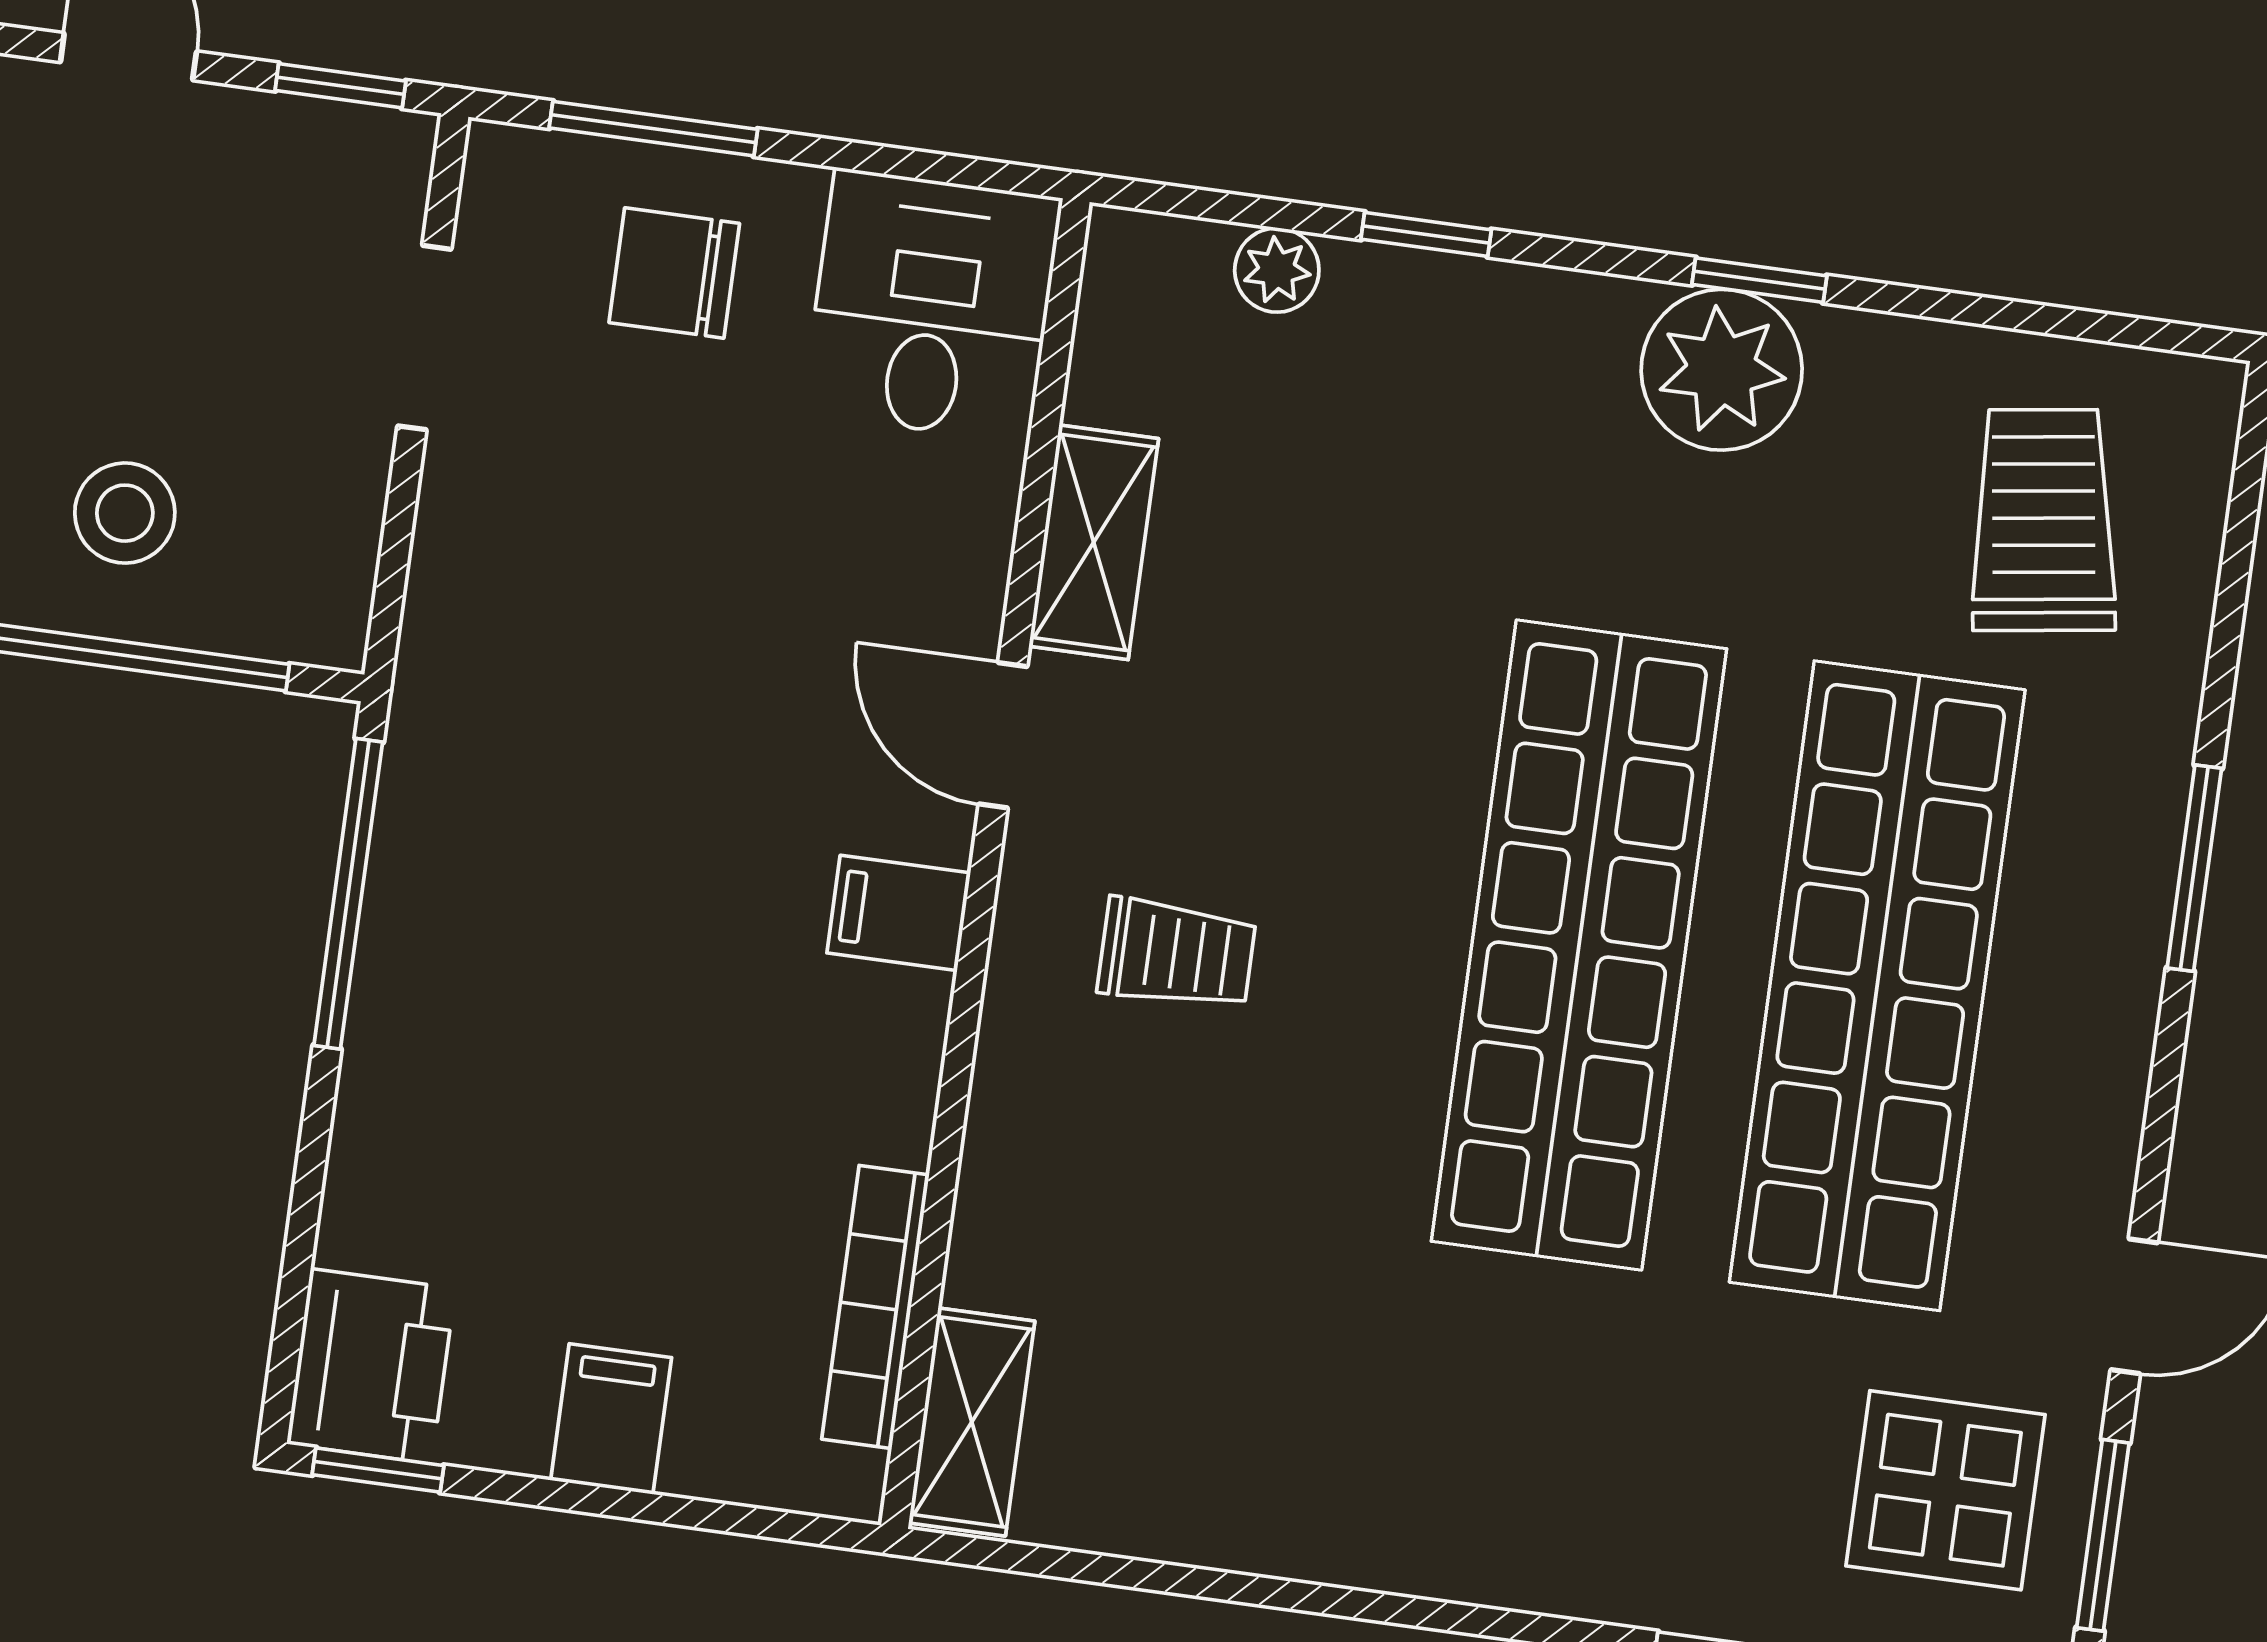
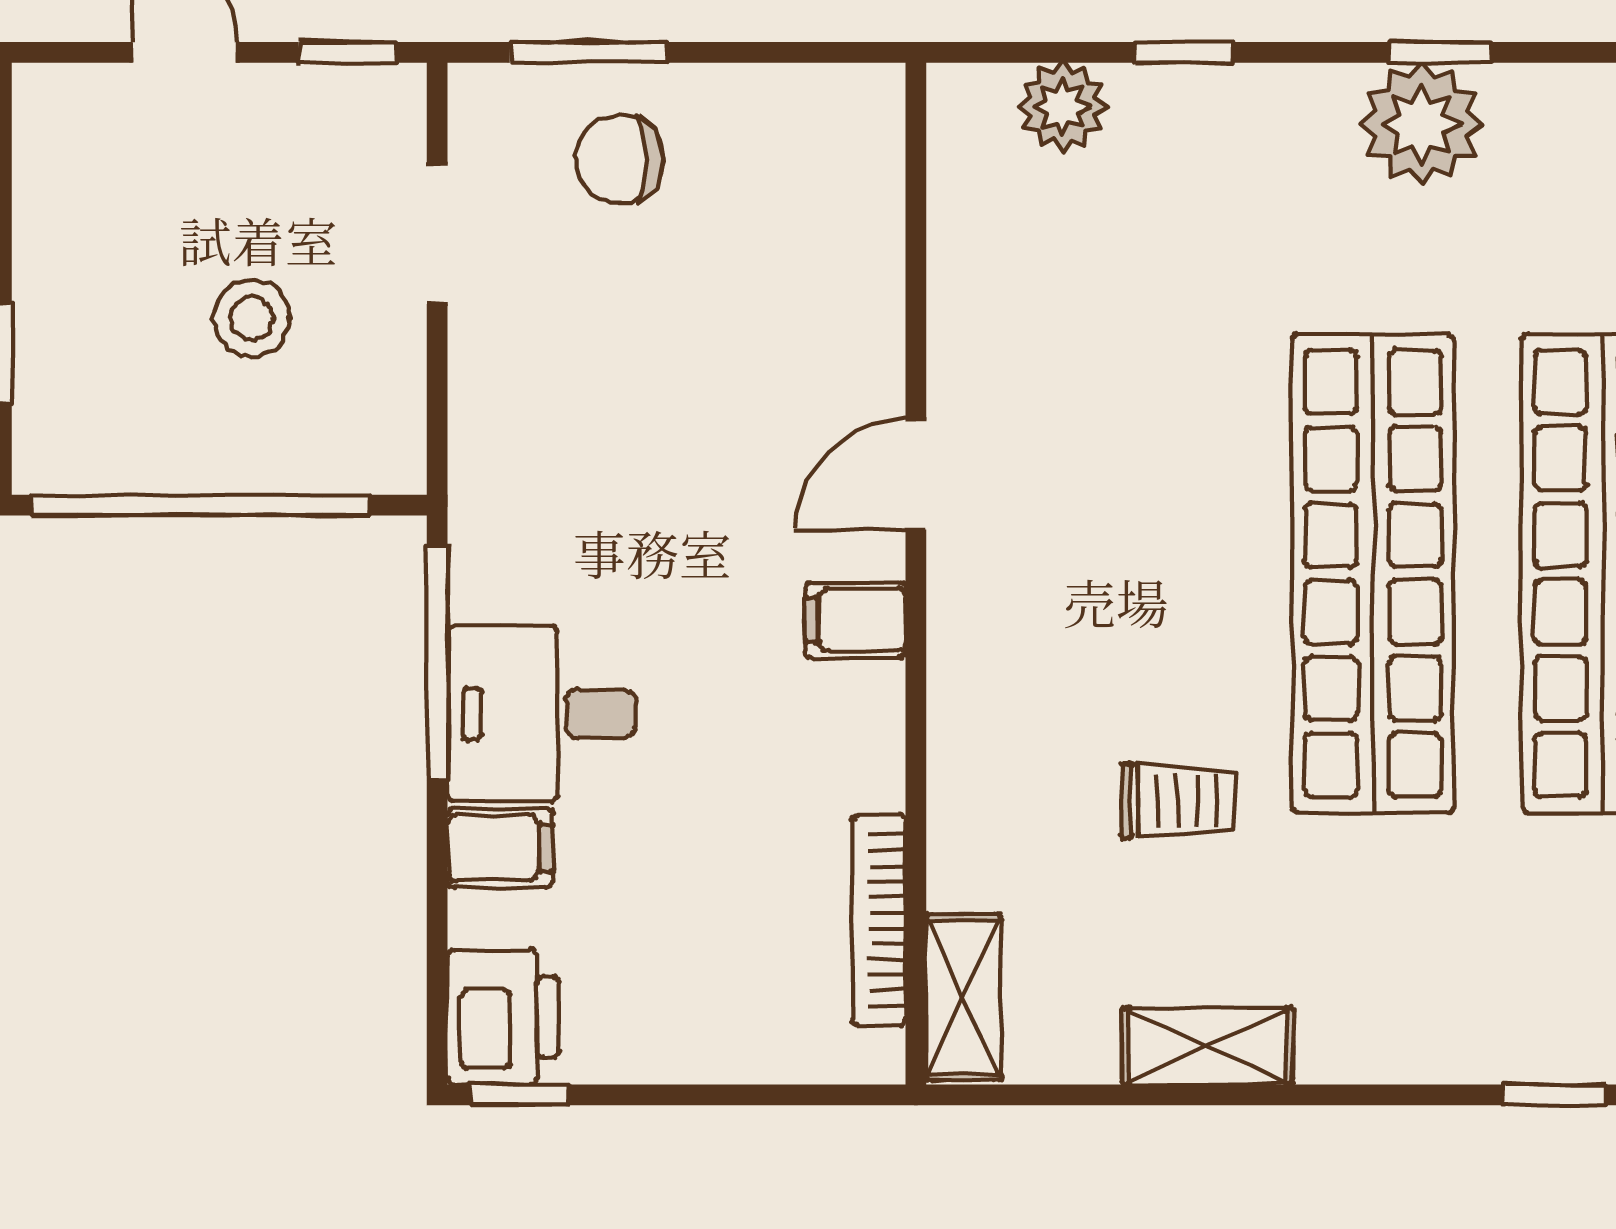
plant: (1277, 270) -> (1063, 107), width x1.38, depth x1.38
desk: (932, 306) -> (542, 714), moved, turned -90
stool: (125, 513) -> (252, 318), moved
shelving: (1094, 542) -> (1208, 1046), moved, turned 90
door: (1003, 735) -> (916, 475), hinge flipped
trolley: (1177, 954) -> (1179, 801), moved
filing cabinet: (611, 1419) -> (500, 848), moved, turned 90

